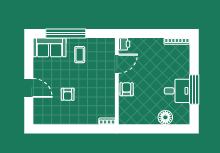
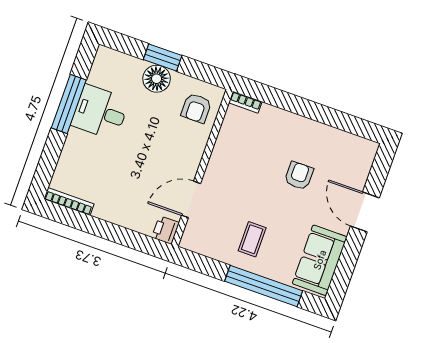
sofa: (50, 47) -> (320, 260), moved, turned -90
armchair: (127, 89) -> (196, 108), moved
floor lamp: (165, 117) -> (157, 79), moved
window: (156, 129) -> (163, 58), added

